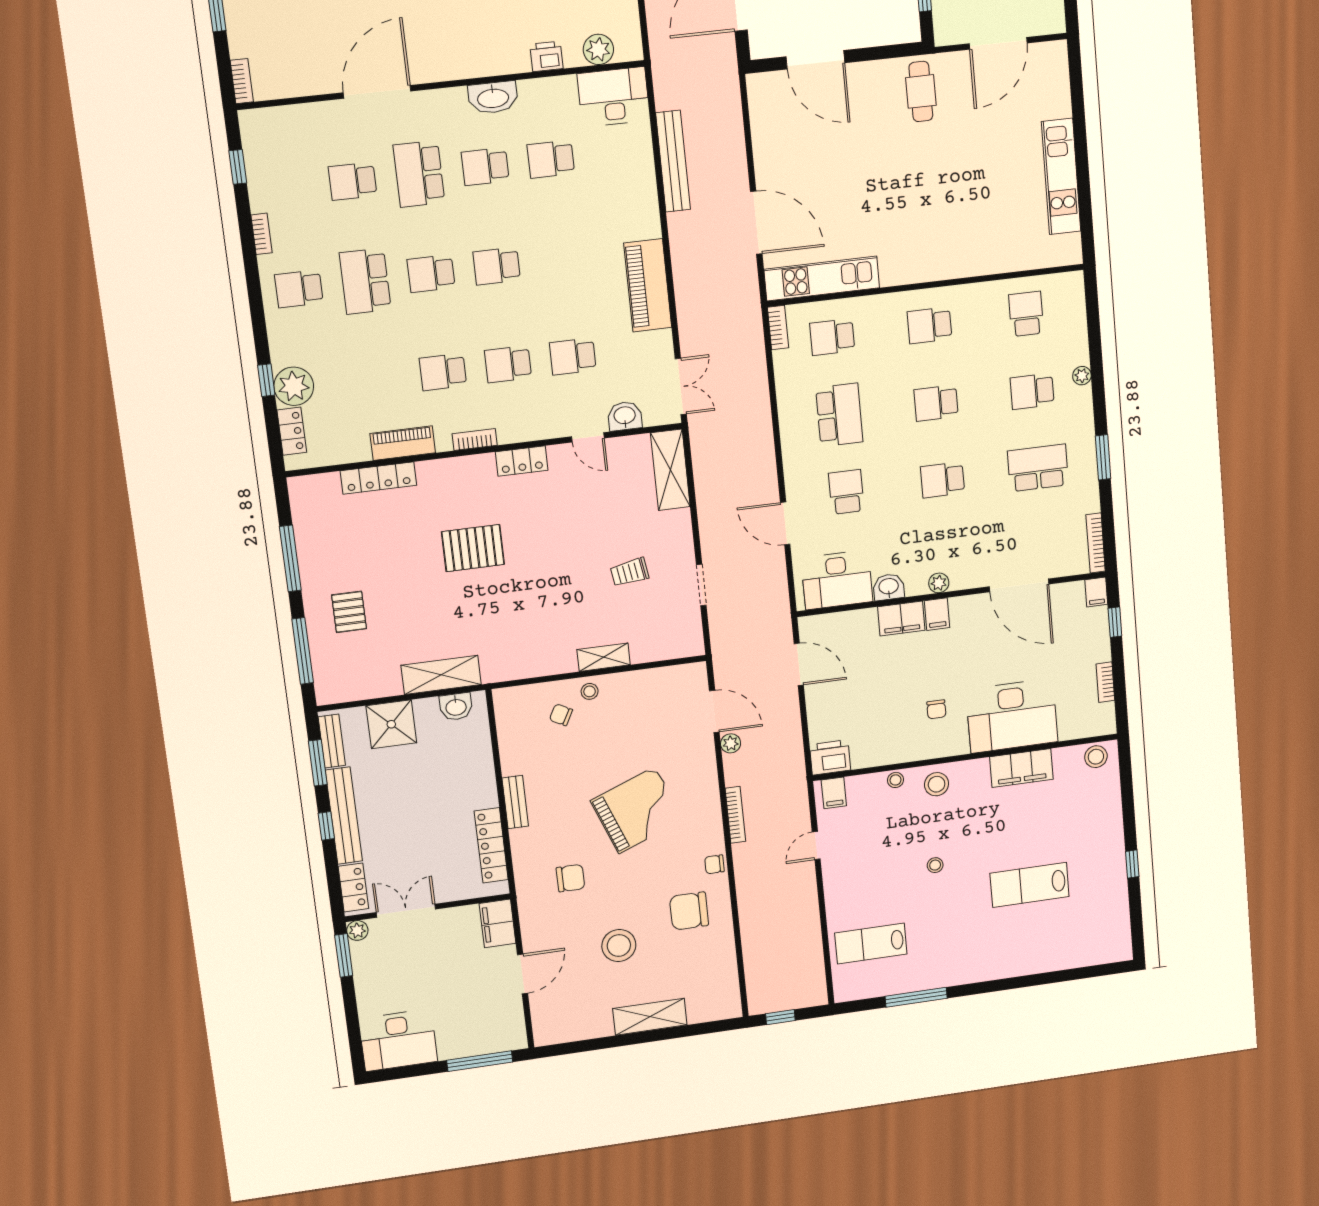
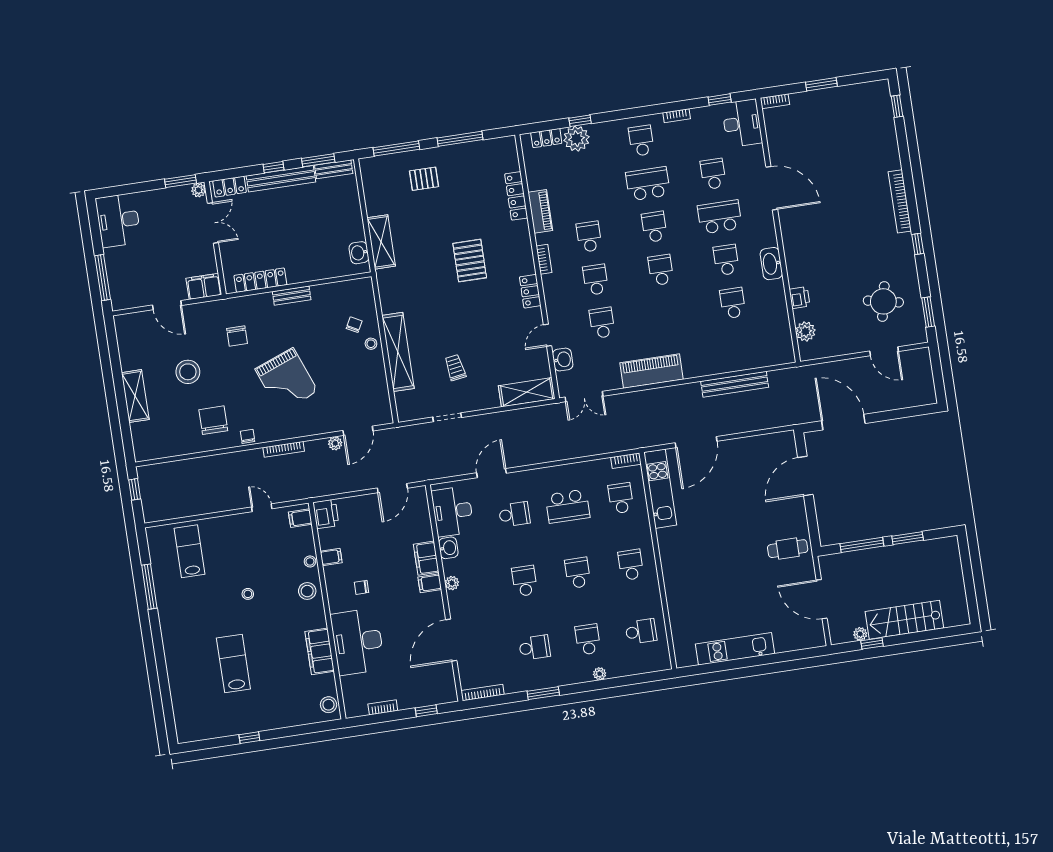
desk: (614, 97) -> (742, 123), moved
school desk: (1038, 468) -> (535, 648), width x0.54
filing cabinet: (1096, 592) -> (331, 557), moved, turned 180
shelving: (604, 657) -> (398, 352), width x2.20, depth x1.33
shower: (391, 724) -> (346, 209), removed

